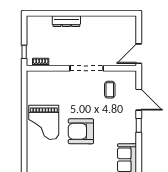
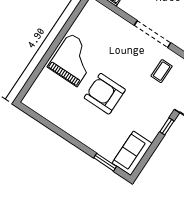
grand piano: (44, 122) -> (73, 60), turned 180

